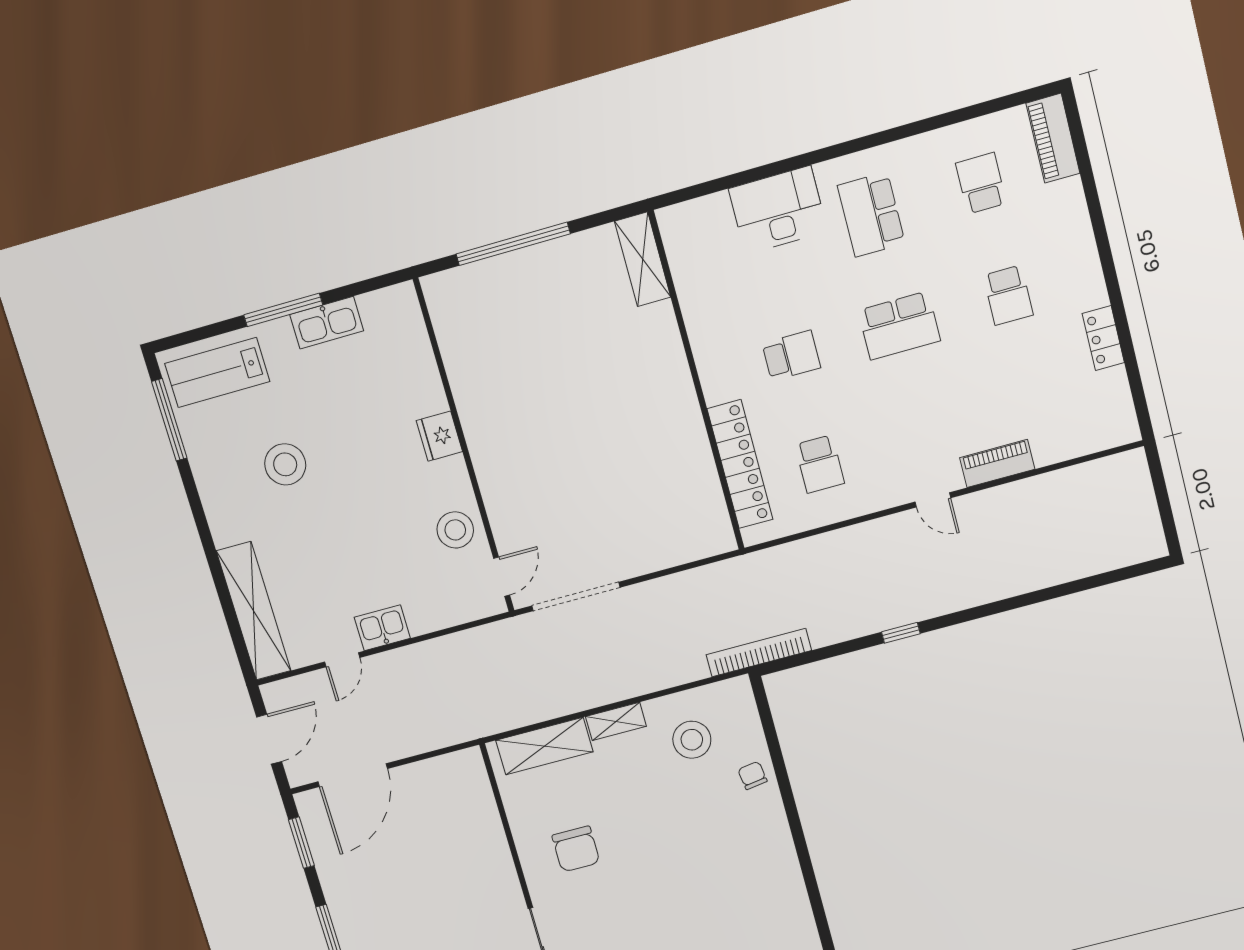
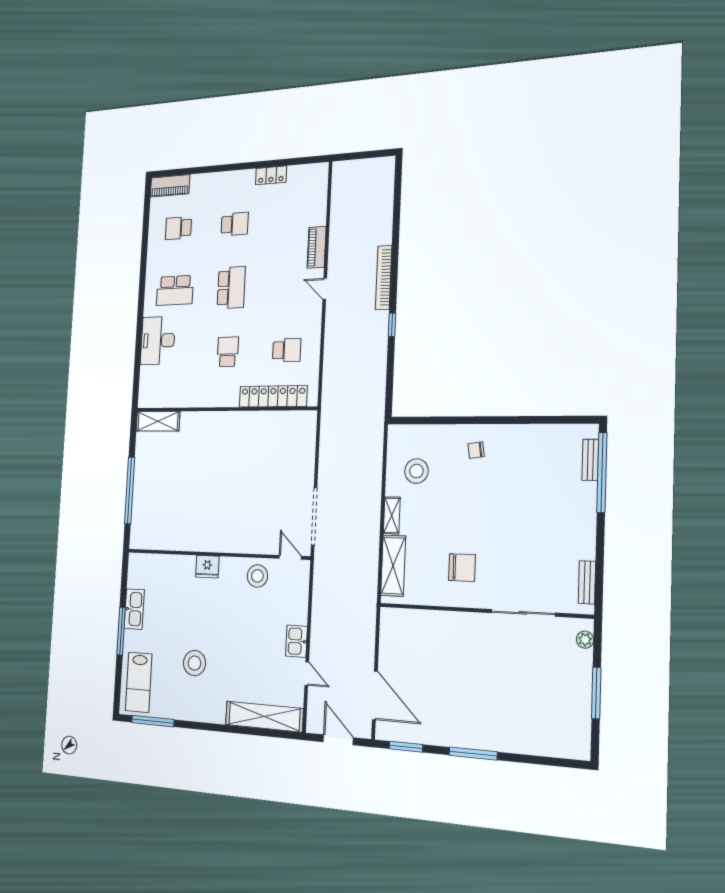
door: (933, 500) -> (325, 289), swing flipped
bookcase: (759, 653) -> (384, 278), moved
chair: (752, 775) -> (476, 450), moved

